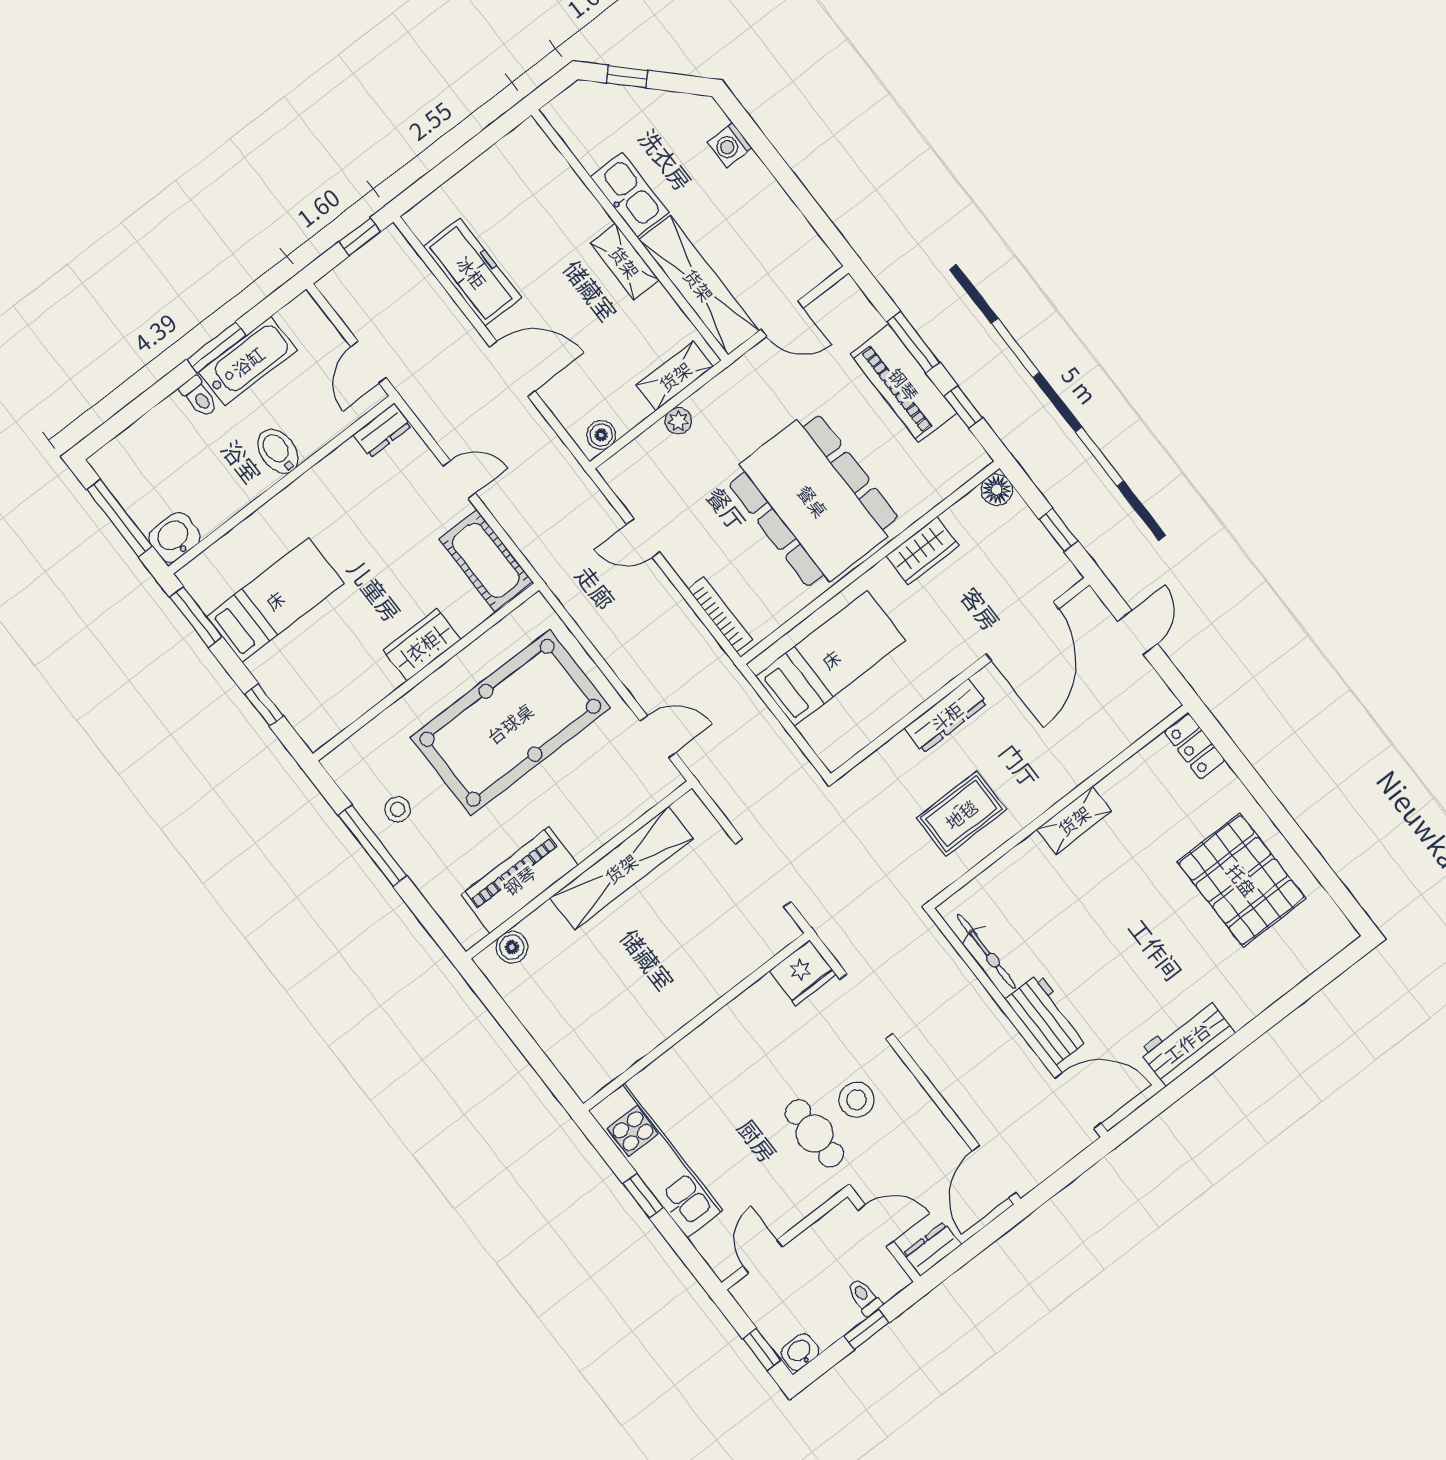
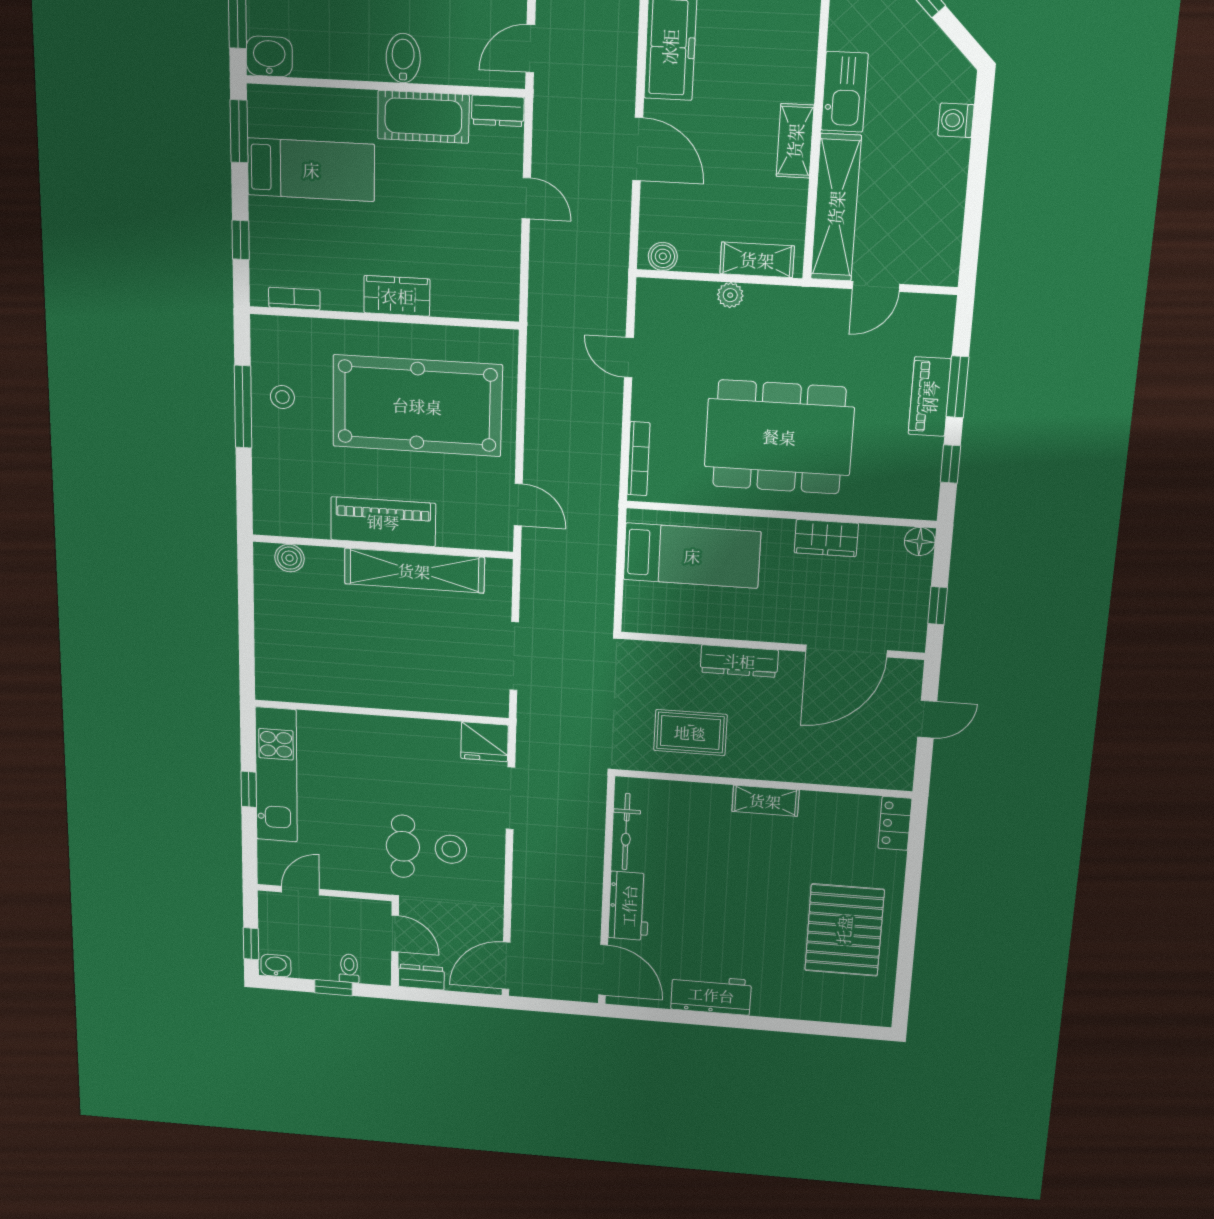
door: (782, 319) -> (876, 286), hinge flipped
piano: (904, 384) -> (930, 397), width x0.73, depth x0.75
dining table: (813, 501) -> (779, 437), turned 90
cot: (486, 560) -> (423, 117), moved, turned 90
bookcase: (343, 717) -> (294, 299), added
piano: (519, 880) -> (383, 522), moved

